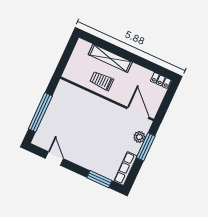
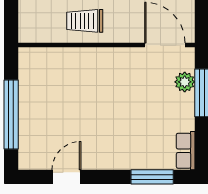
door: (54, 158) -> (66, 177), hinge flipped
row of seats: (125, 169) -> (186, 151), width x0.68

